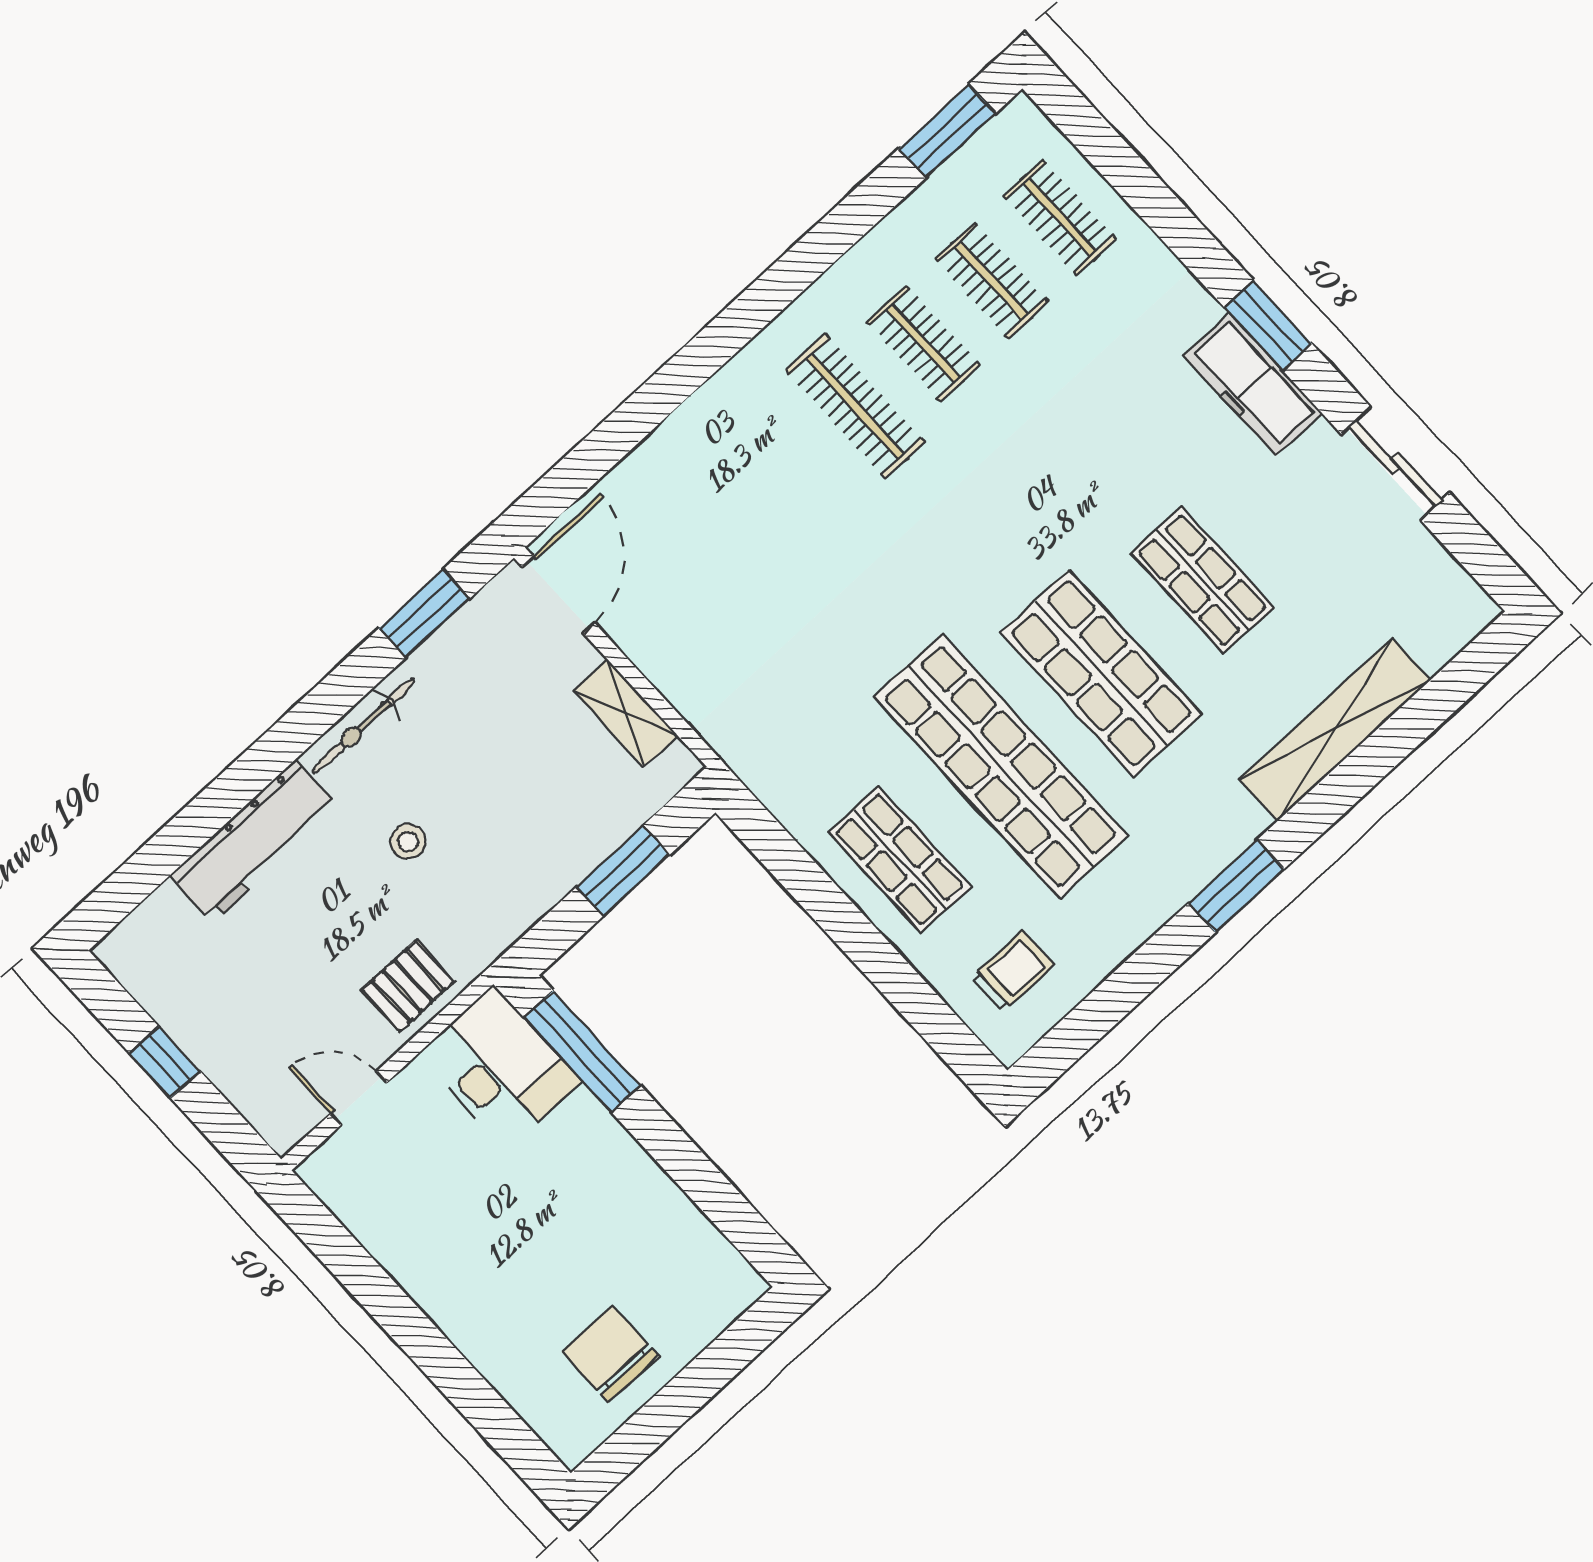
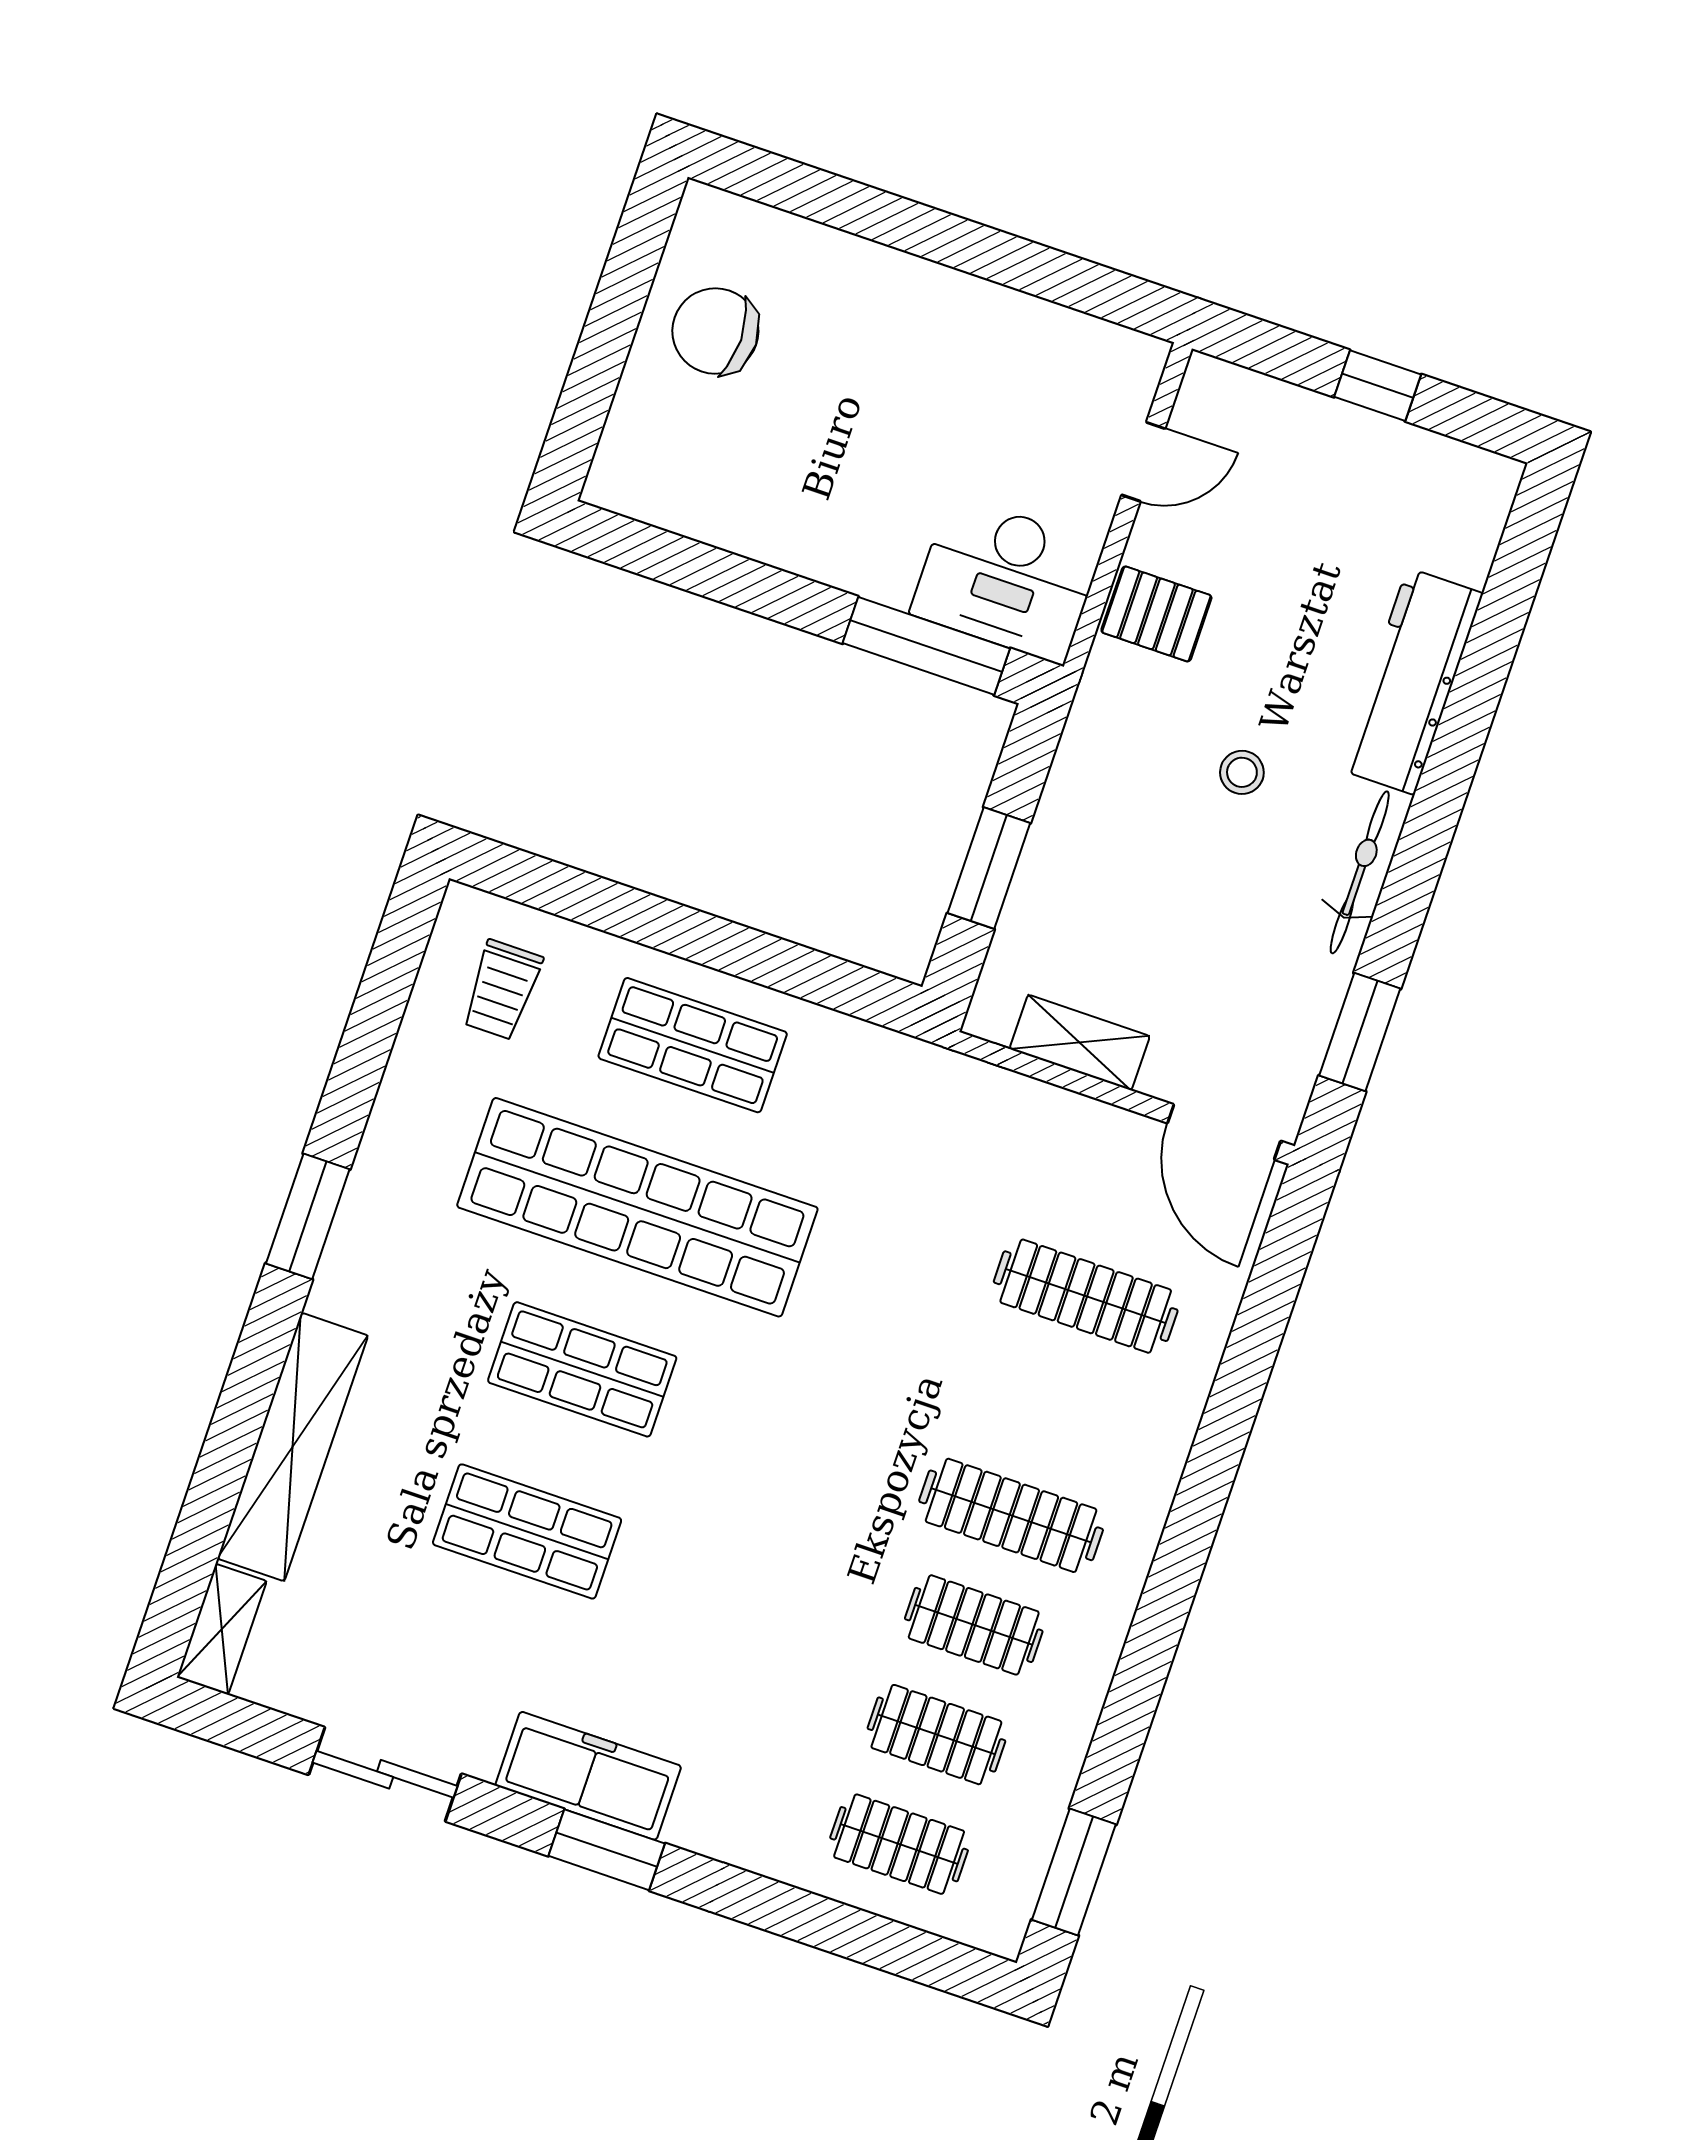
clothes rail: (719, 532) -> (1086, 1296), added
shelving: (1455, 628) -> (222, 1629), added
shop shelf: (1101, 673) -> (582, 1369), width x0.70, depth x0.74
pallet: (408, 986) -> (1156, 614), turned 90
chair: (610, 1354) -> (715, 331), turned 180

